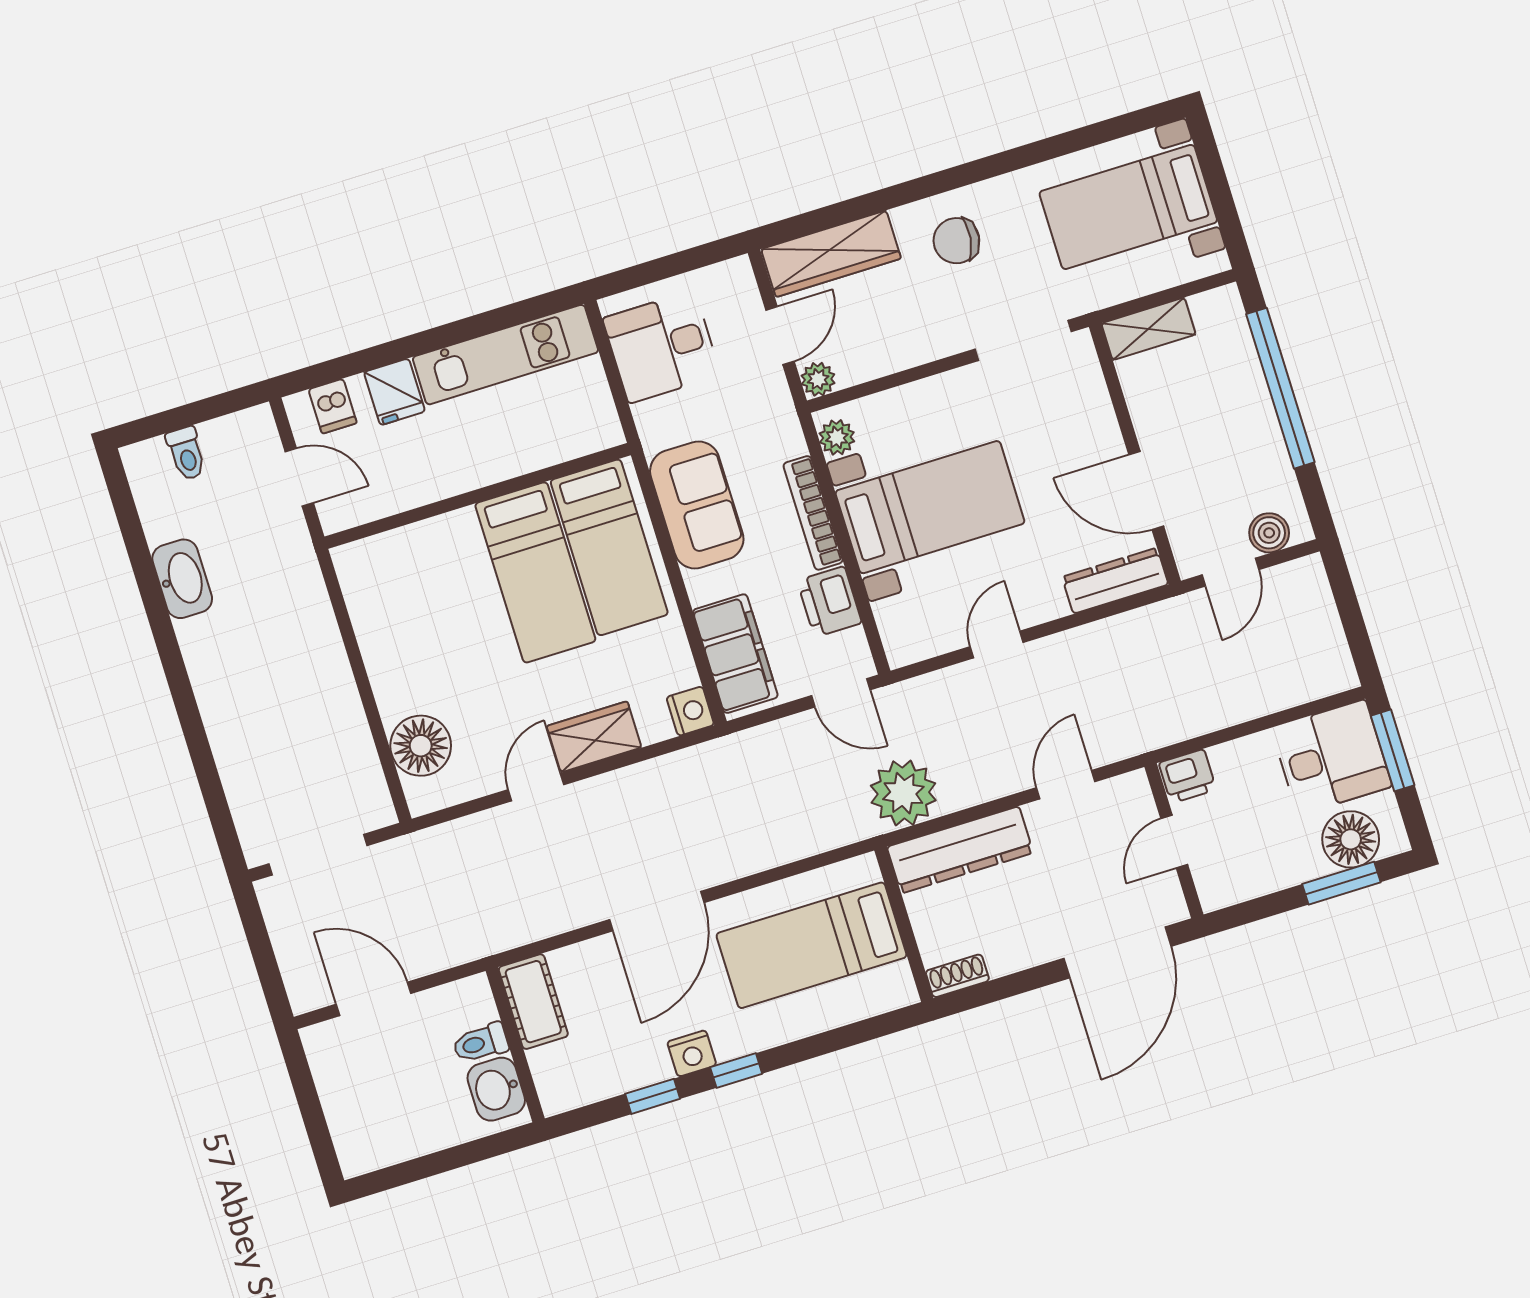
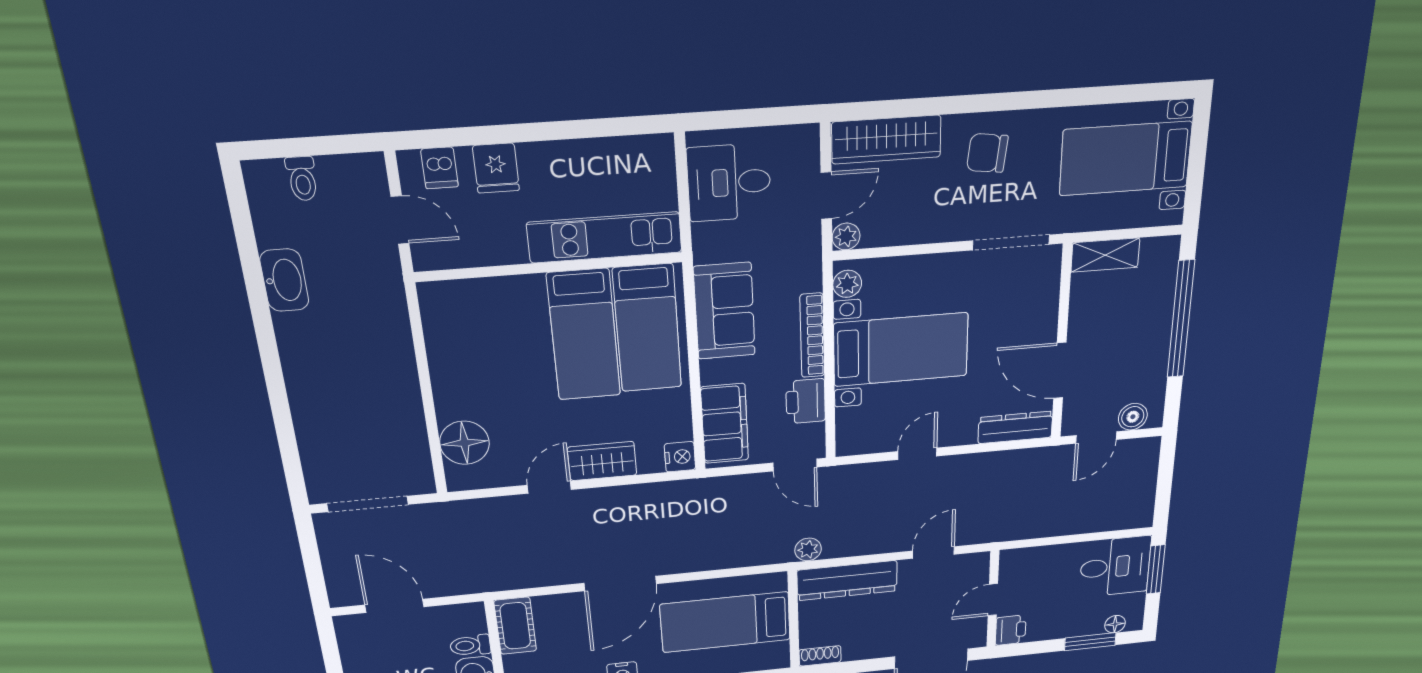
kitchen unit: (505, 355) -> (605, 237), moved, turned 180
printer: (1187, 776) -> (1011, 630), moved, turned -90
plant: (903, 793) -> (808, 549), width x0.53, depth x0.53
floor lamp: (1351, 839) -> (1115, 624), width x0.53, depth x0.53

